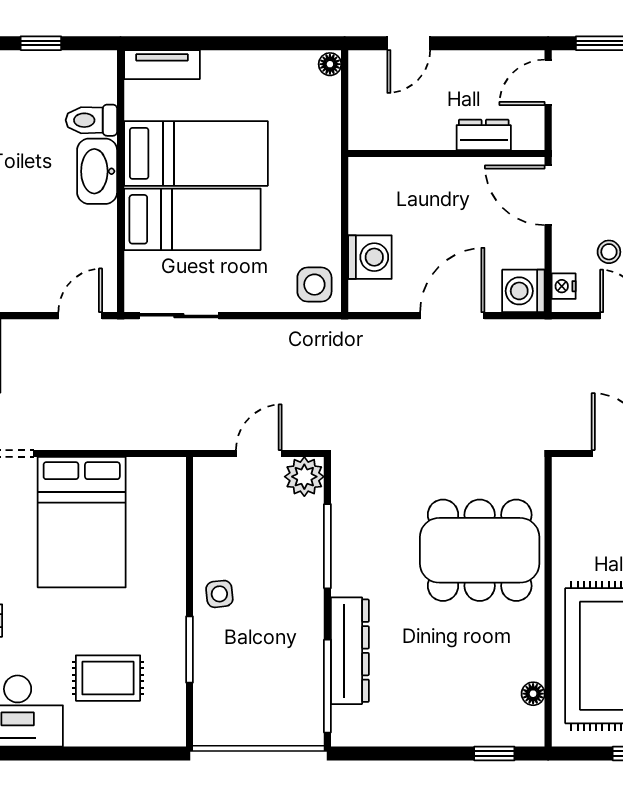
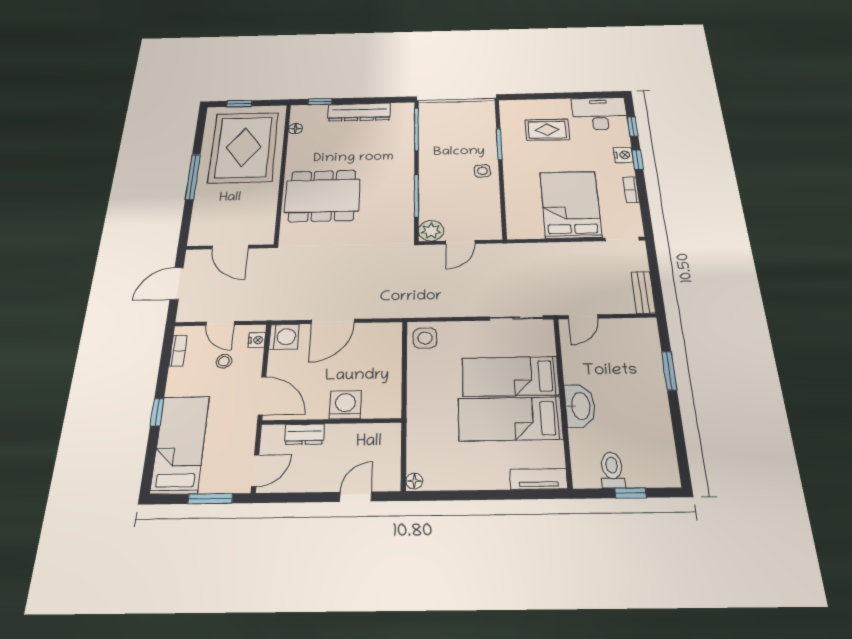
toilet: (91, 120) -> (612, 470), moved, turned -90
washing machine: (370, 257) -> (345, 405), moved, turned 90
dresser: (350, 651) -> (359, 112), moved, turned -90

